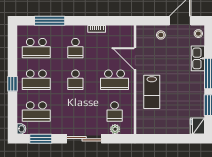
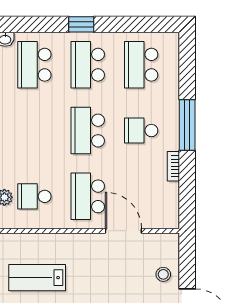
window: (50, 21) -> (187, 125), moved
door: (135, 59) -> (123, 231), hinge flipped
school desk: (75, 80) -> (88, 131), width x1.85
lab bench: (152, 92) -> (37, 278), moved

